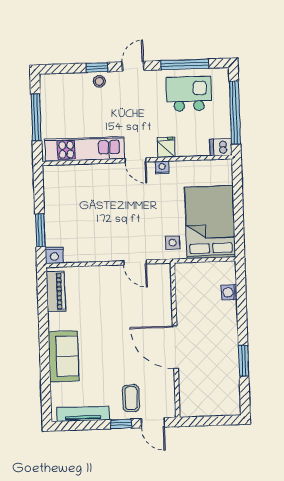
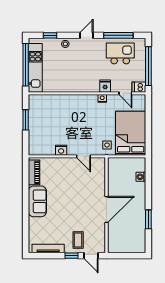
window: (97, 67) -> (50, 35), moved
window: (36, 117) -> (26, 65), width x1.46
kitchen unit: (84, 149) -> (35, 68), moved, turned 90
door: (136, 160) -> (125, 93), moved
window: (40, 230) -> (26, 120), moved
nightstand: (54, 255) -> (61, 150), moved
door: (175, 347) -> (107, 209), swing flipped
sofa: (63, 356) -> (37, 201), moved

